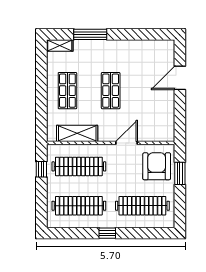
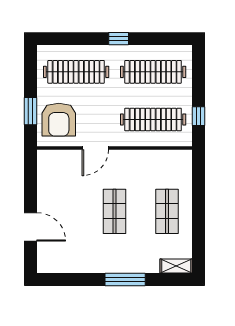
window: (90, 34) -> (125, 280), moved
door: (180, 78) -> (31, 227), hinge flipped
shelving: (77, 133) -> (155, 160), removed

